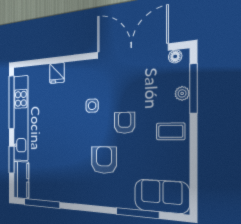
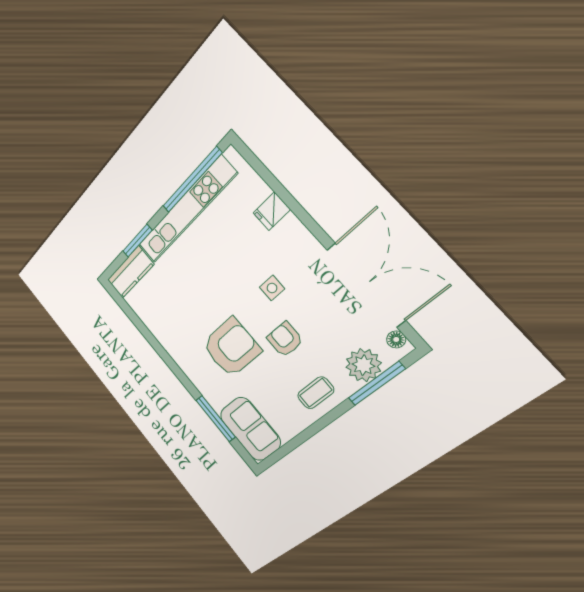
plant: (182, 93) -> (363, 365), width x1.88, depth x1.88
armchair: (125, 123) -> (285, 339), turned -90
coffee table: (171, 131) -> (316, 393), turned 90
armchair: (104, 160) -> (231, 348), width x1.36, depth x1.36
window: (42, 203) -> (133, 316), removed

